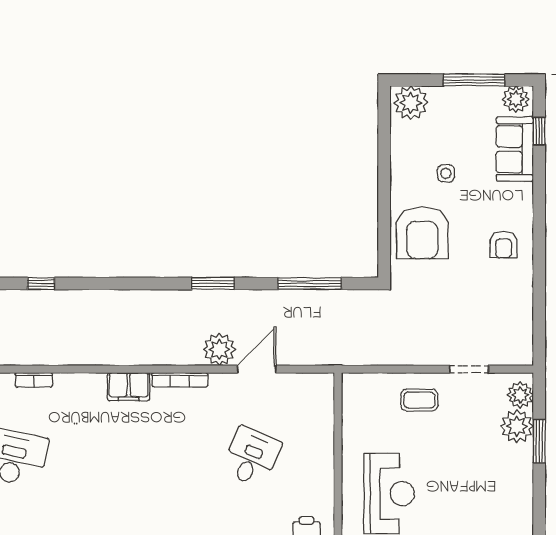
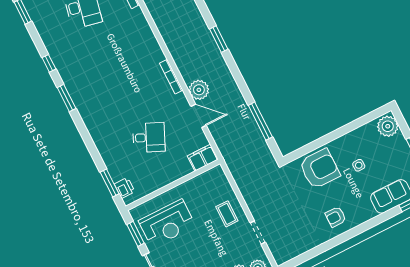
armchair: (422, 233) -> (320, 169), turned 180
window: (213, 284) -> (219, 39), moved
filing cabinet: (129, 387) -> (203, 158), moved, turned 90

